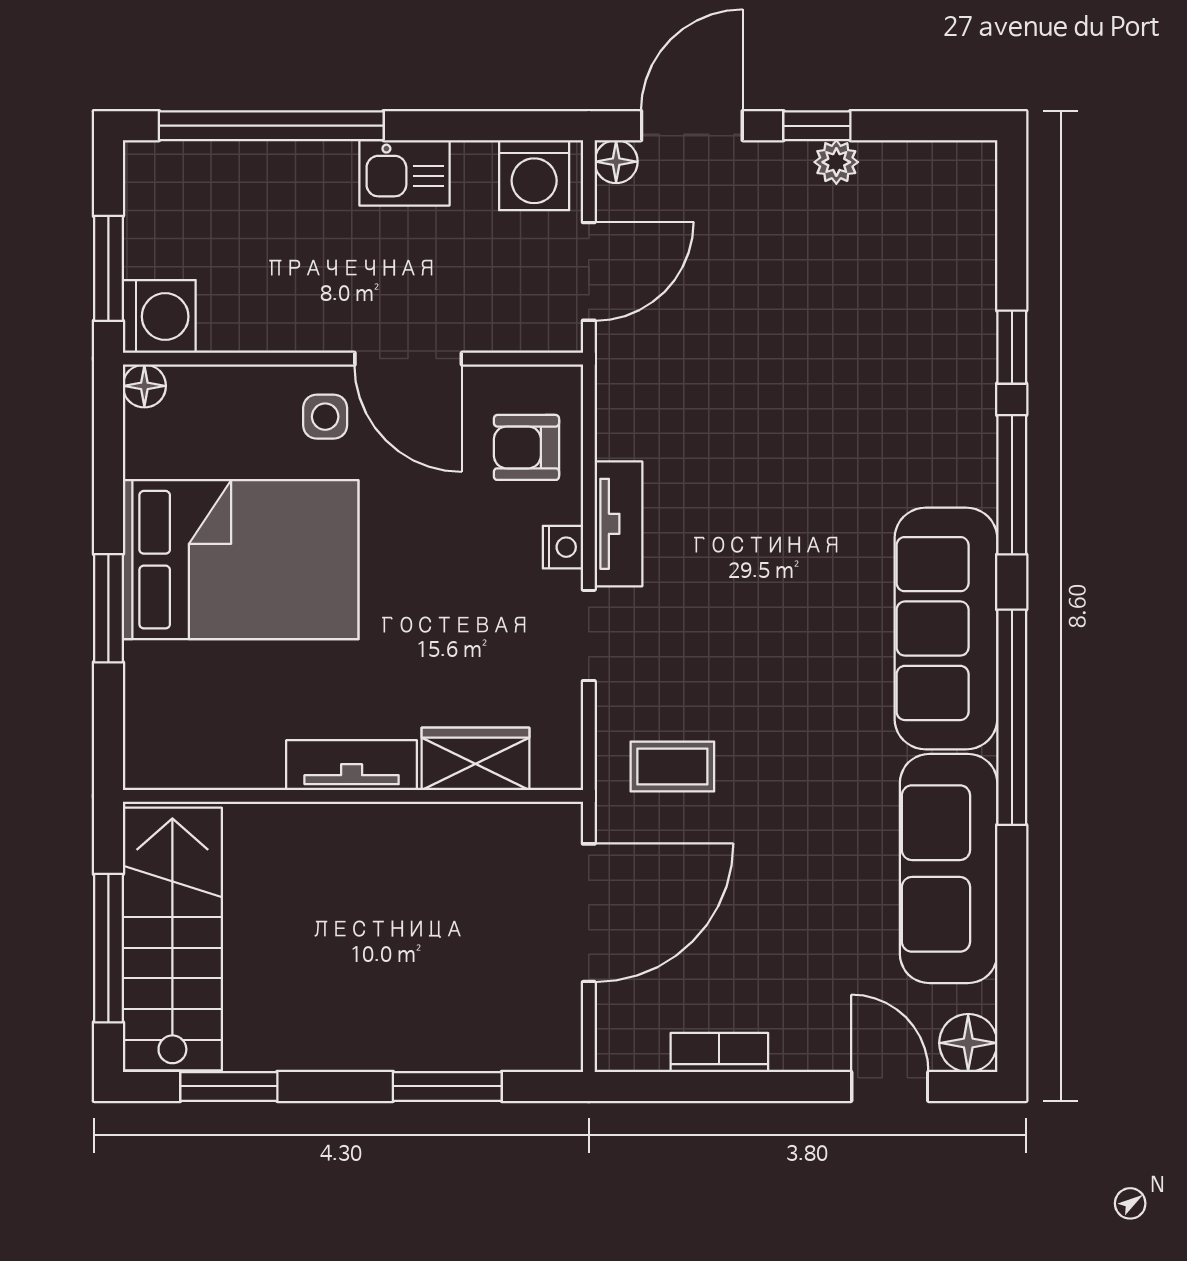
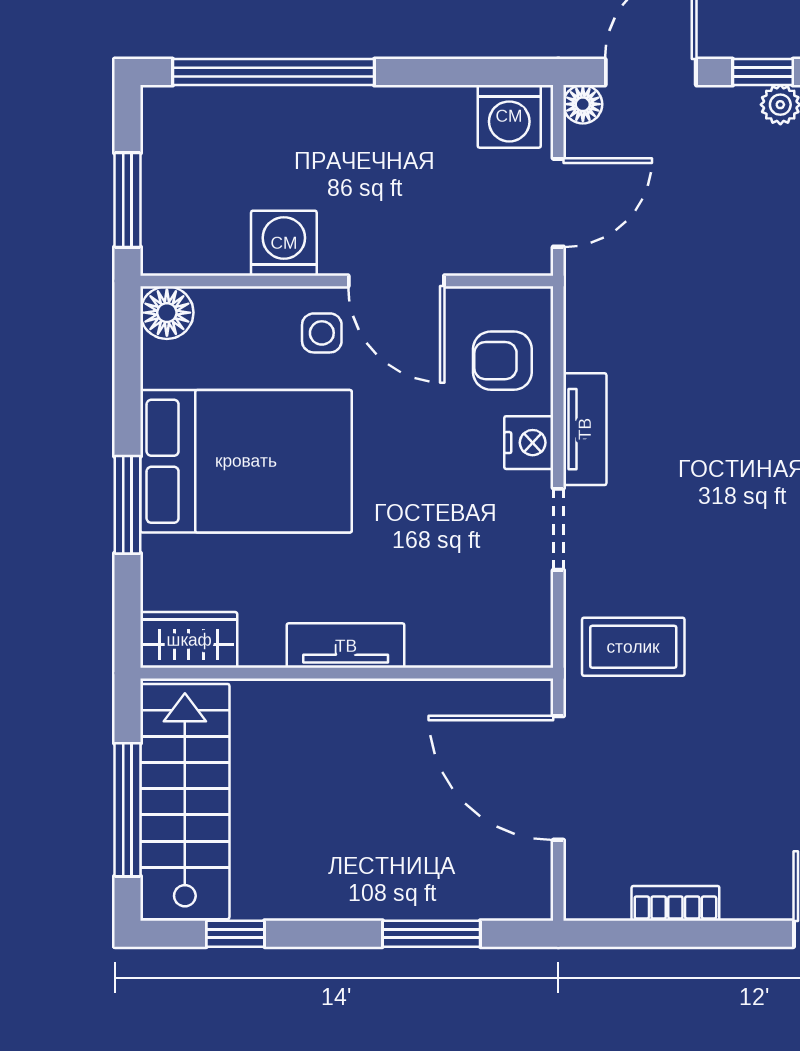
kitchen sink: (404, 173) -> (393, 114), removed
washing machine: (159, 317) -> (284, 243), moved, turned -90
floor lamp: (144, 386) -> (167, 313), width x1.37, depth x1.37
nightstand: (563, 547) -> (529, 443), width x1.39, depth x1.35
wardrobe: (475, 759) -> (189, 640), moved
coffee table: (672, 766) -> (633, 647), width x1.36, depth x1.30
door: (589, 913) -> (558, 778), swing flipped
window: (229, 1086) -> (235, 934), width x0.67

